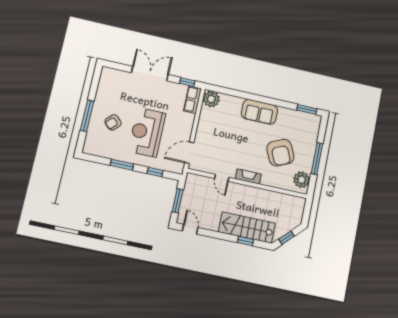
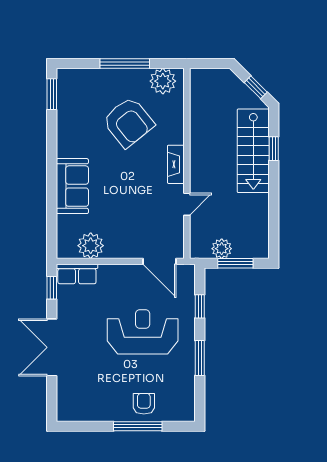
plant: (211, 99) -> (91, 246), moved
sofa: (259, 112) -> (72, 186), moved
armchair: (113, 122) -> (144, 404), moved, turned -135
reception desk: (147, 132) -> (143, 332), turned 180
armchair: (280, 153) -> (128, 122), turned 75
plant: (189, 194) -> (222, 249), added
door: (190, 229) -> (274, 236), removed

